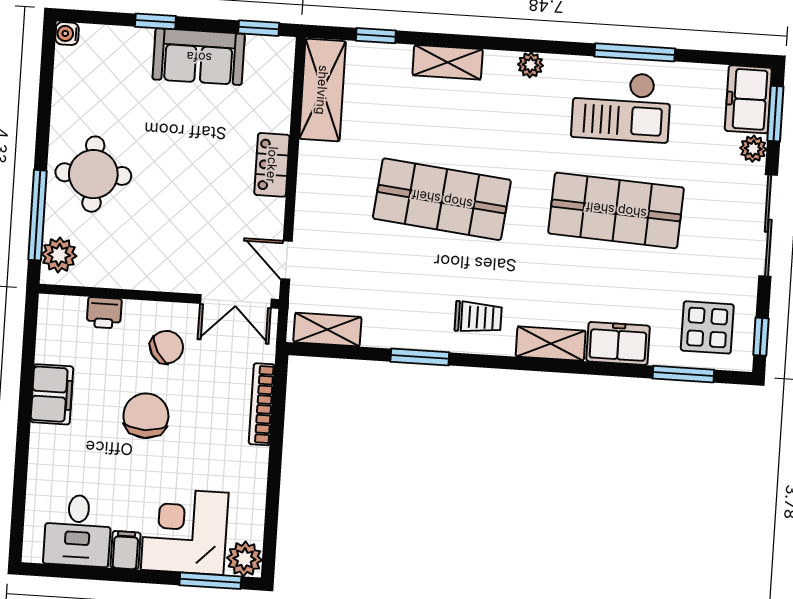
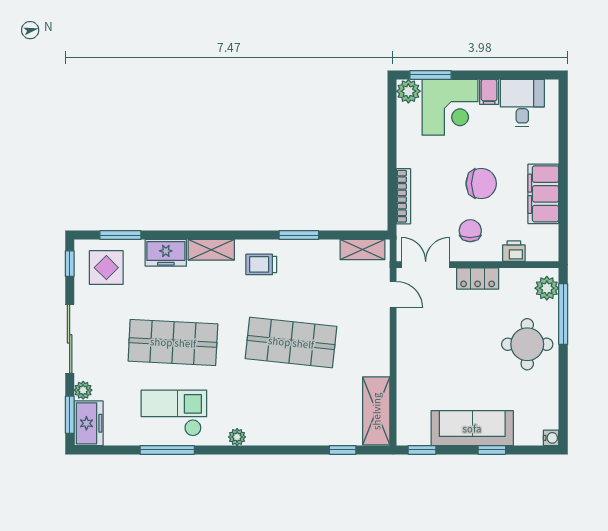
sofa: (199, 57) -> (472, 428), width x1.36
shelving: (448, 62) -> (293, 435), removed
locker: (272, 165) -> (478, 279), moved, turned 90
chair: (167, 347) -> (470, 231), turned 121
filing cabinet: (52, 394) -> (543, 194), width x1.50, depth x1.17
chair: (146, 416) -> (481, 184), turned -90

